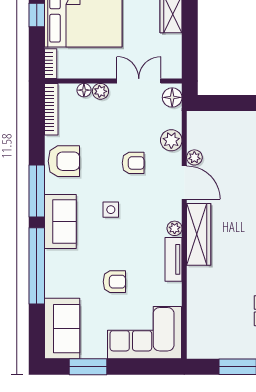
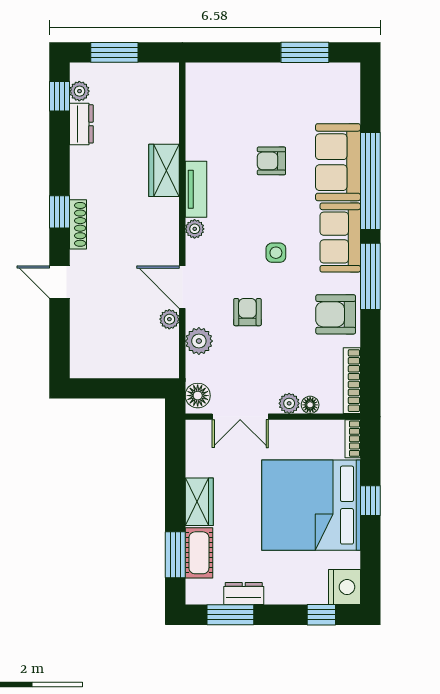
armchair: (133, 163) -> (247, 312), turned 90
wardrobe: (199, 234) -> (164, 170), moved, width x0.67
sofa: (62, 329) -> (338, 162), moved
corner sofa: (144, 333) -> (233, 96), removed

